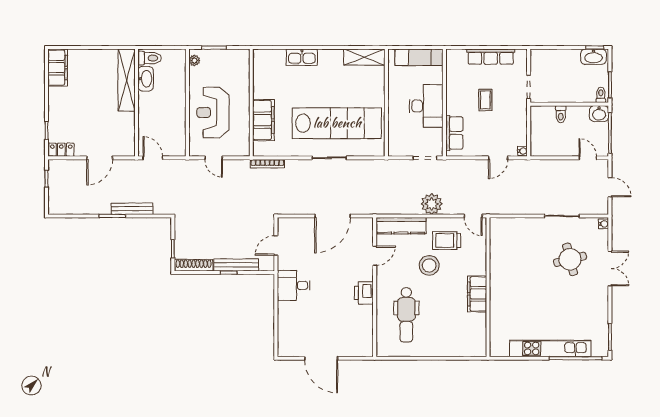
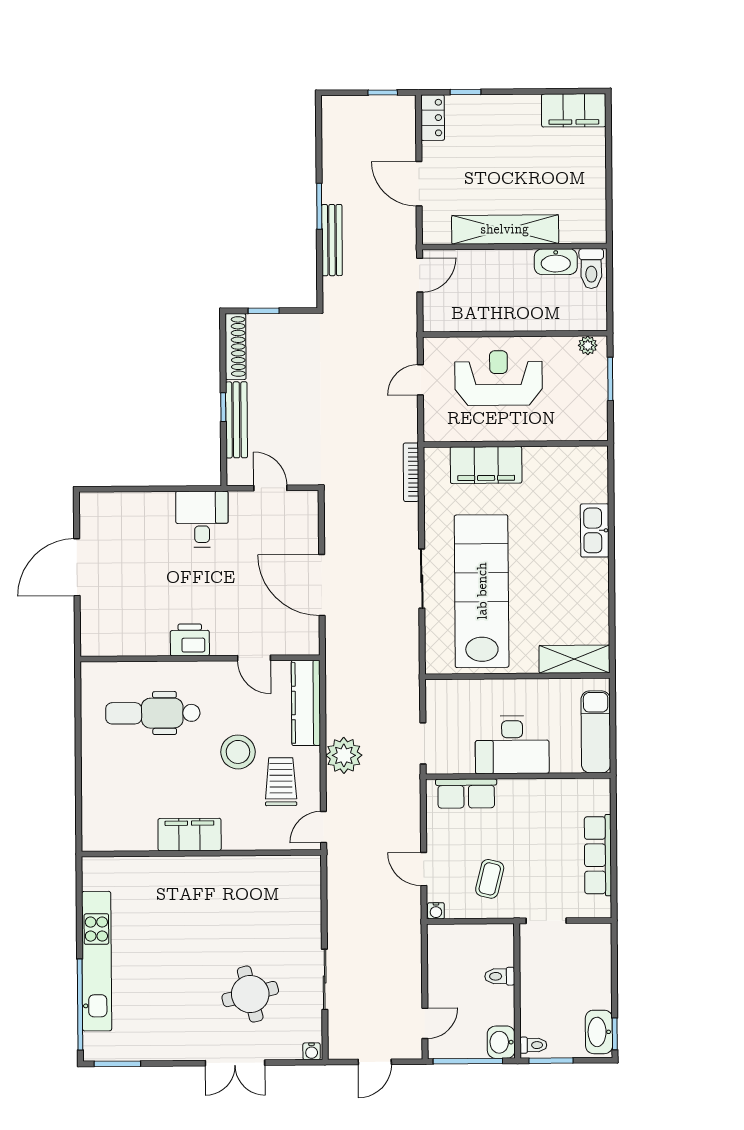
shelving: (364, 57) -> (574, 659), moved, turned 90
shelving: (127, 80) -> (505, 229), moved
coffee table: (485, 100) -> (490, 879), moved, turned -76
lab bench: (337, 123) -> (482, 591), turned 180

